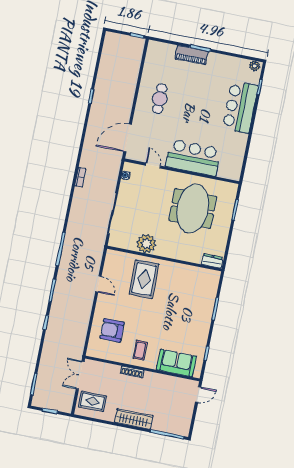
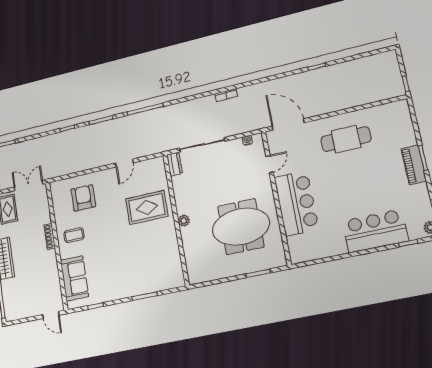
piano: (191, 55) -> (414, 165), moved
cafe table: (160, 99) -> (346, 139), width x1.37, depth x1.35
plant: (146, 244) -> (184, 221), moved, width x0.53, depth x0.53
dresser: (212, 261) -> (174, 164), moved

